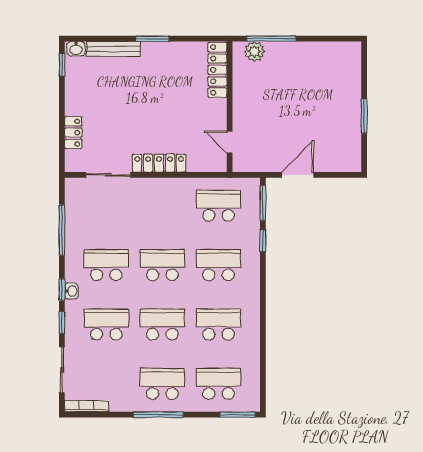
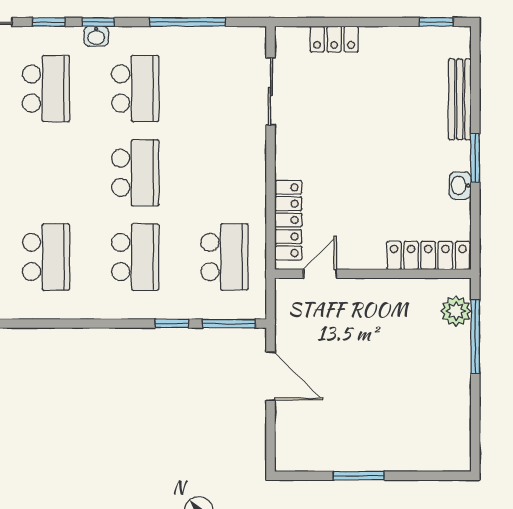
washbasin: (76, 49) -> (460, 186), moved
locker: (159, 163) -> (288, 220), moved
school desk: (162, 324) -> (46, 173), removed

